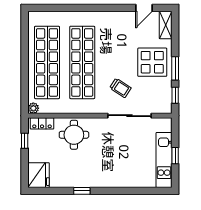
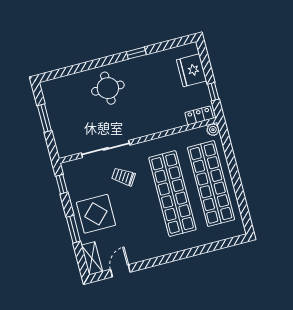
window: (175, 68) -> (73, 229), moved
round table: (74, 135) -> (108, 88), moved
window: (175, 156) -> (44, 118), width x1.50
kitchen unit: (164, 160) -> (55, 110), removed
fridge: (38, 175) -> (191, 70), moved

